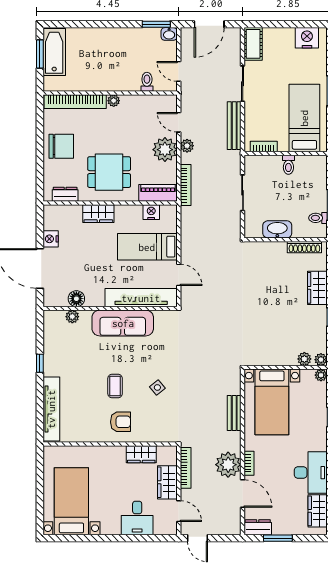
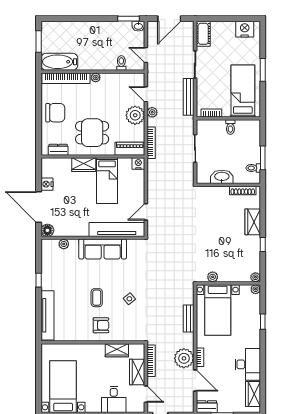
bathtub: (54, 52) -> (59, 62), moved, turned -90
nightstand: (151, 212) -> (138, 164), moved
bed: (147, 247) -> (107, 181), moved, turned -90
door: (179, 275) -> (146, 212), swing flipped
floor lamp: (76, 299) -> (47, 230), moved
plant: (304, 359) -> (213, 277), moved

